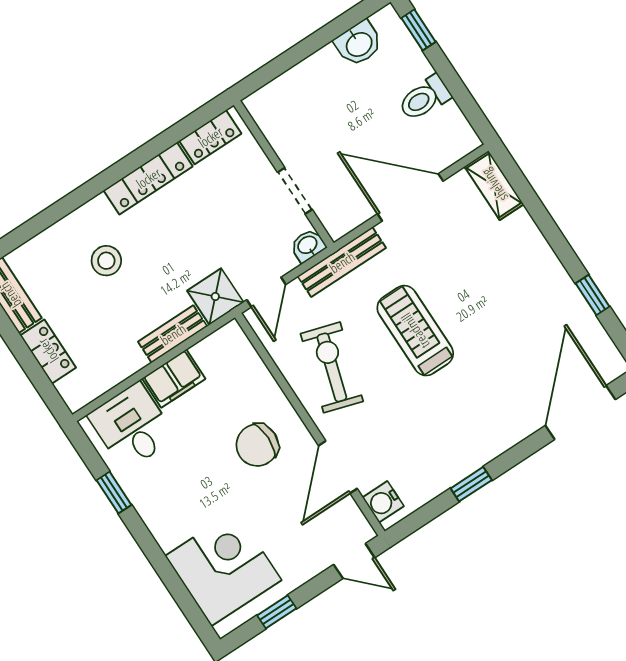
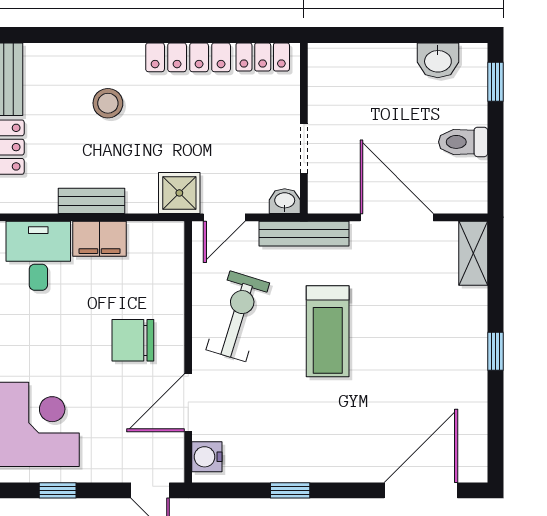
window: (593, 295) -> (496, 351), moved
treadmill: (415, 331) -> (328, 331), turned 180
bench: (173, 334) -> (91, 201), moved

